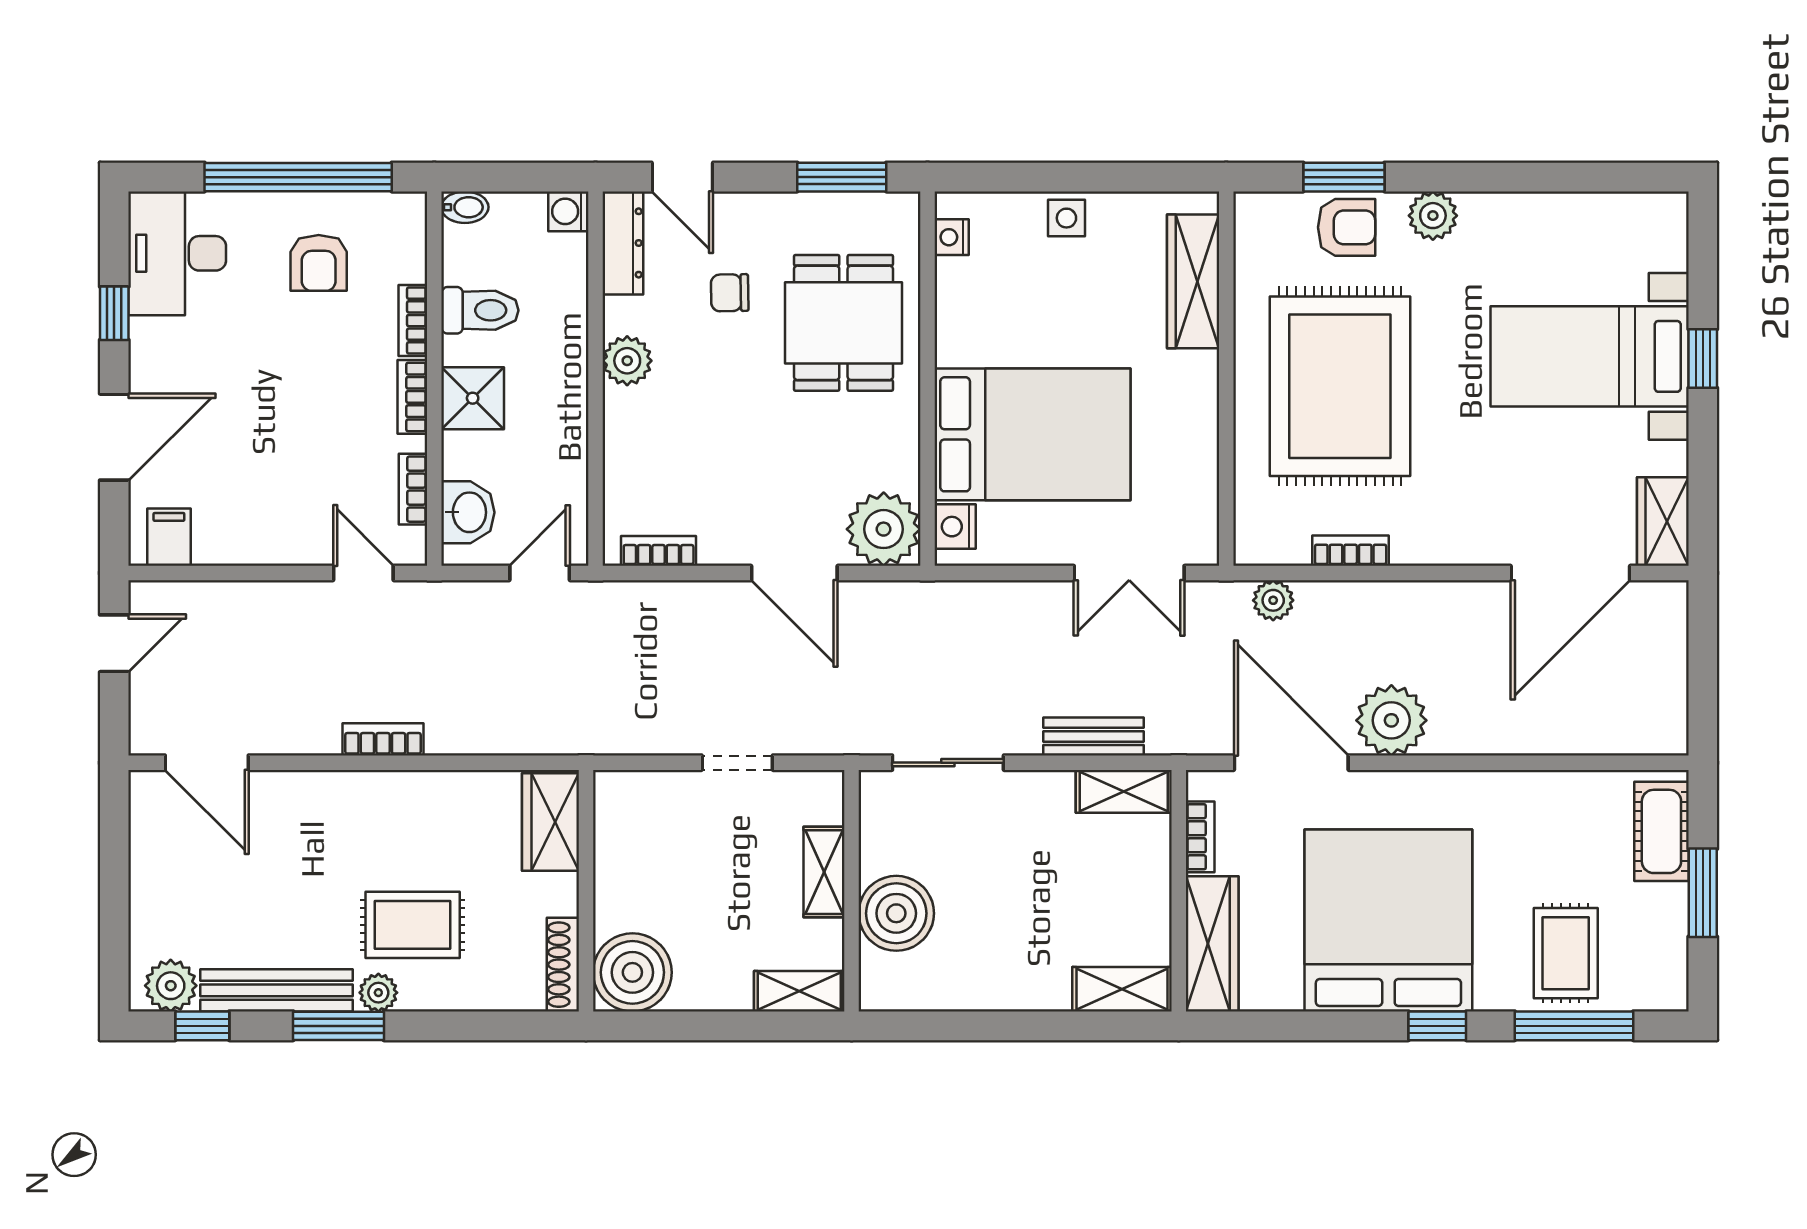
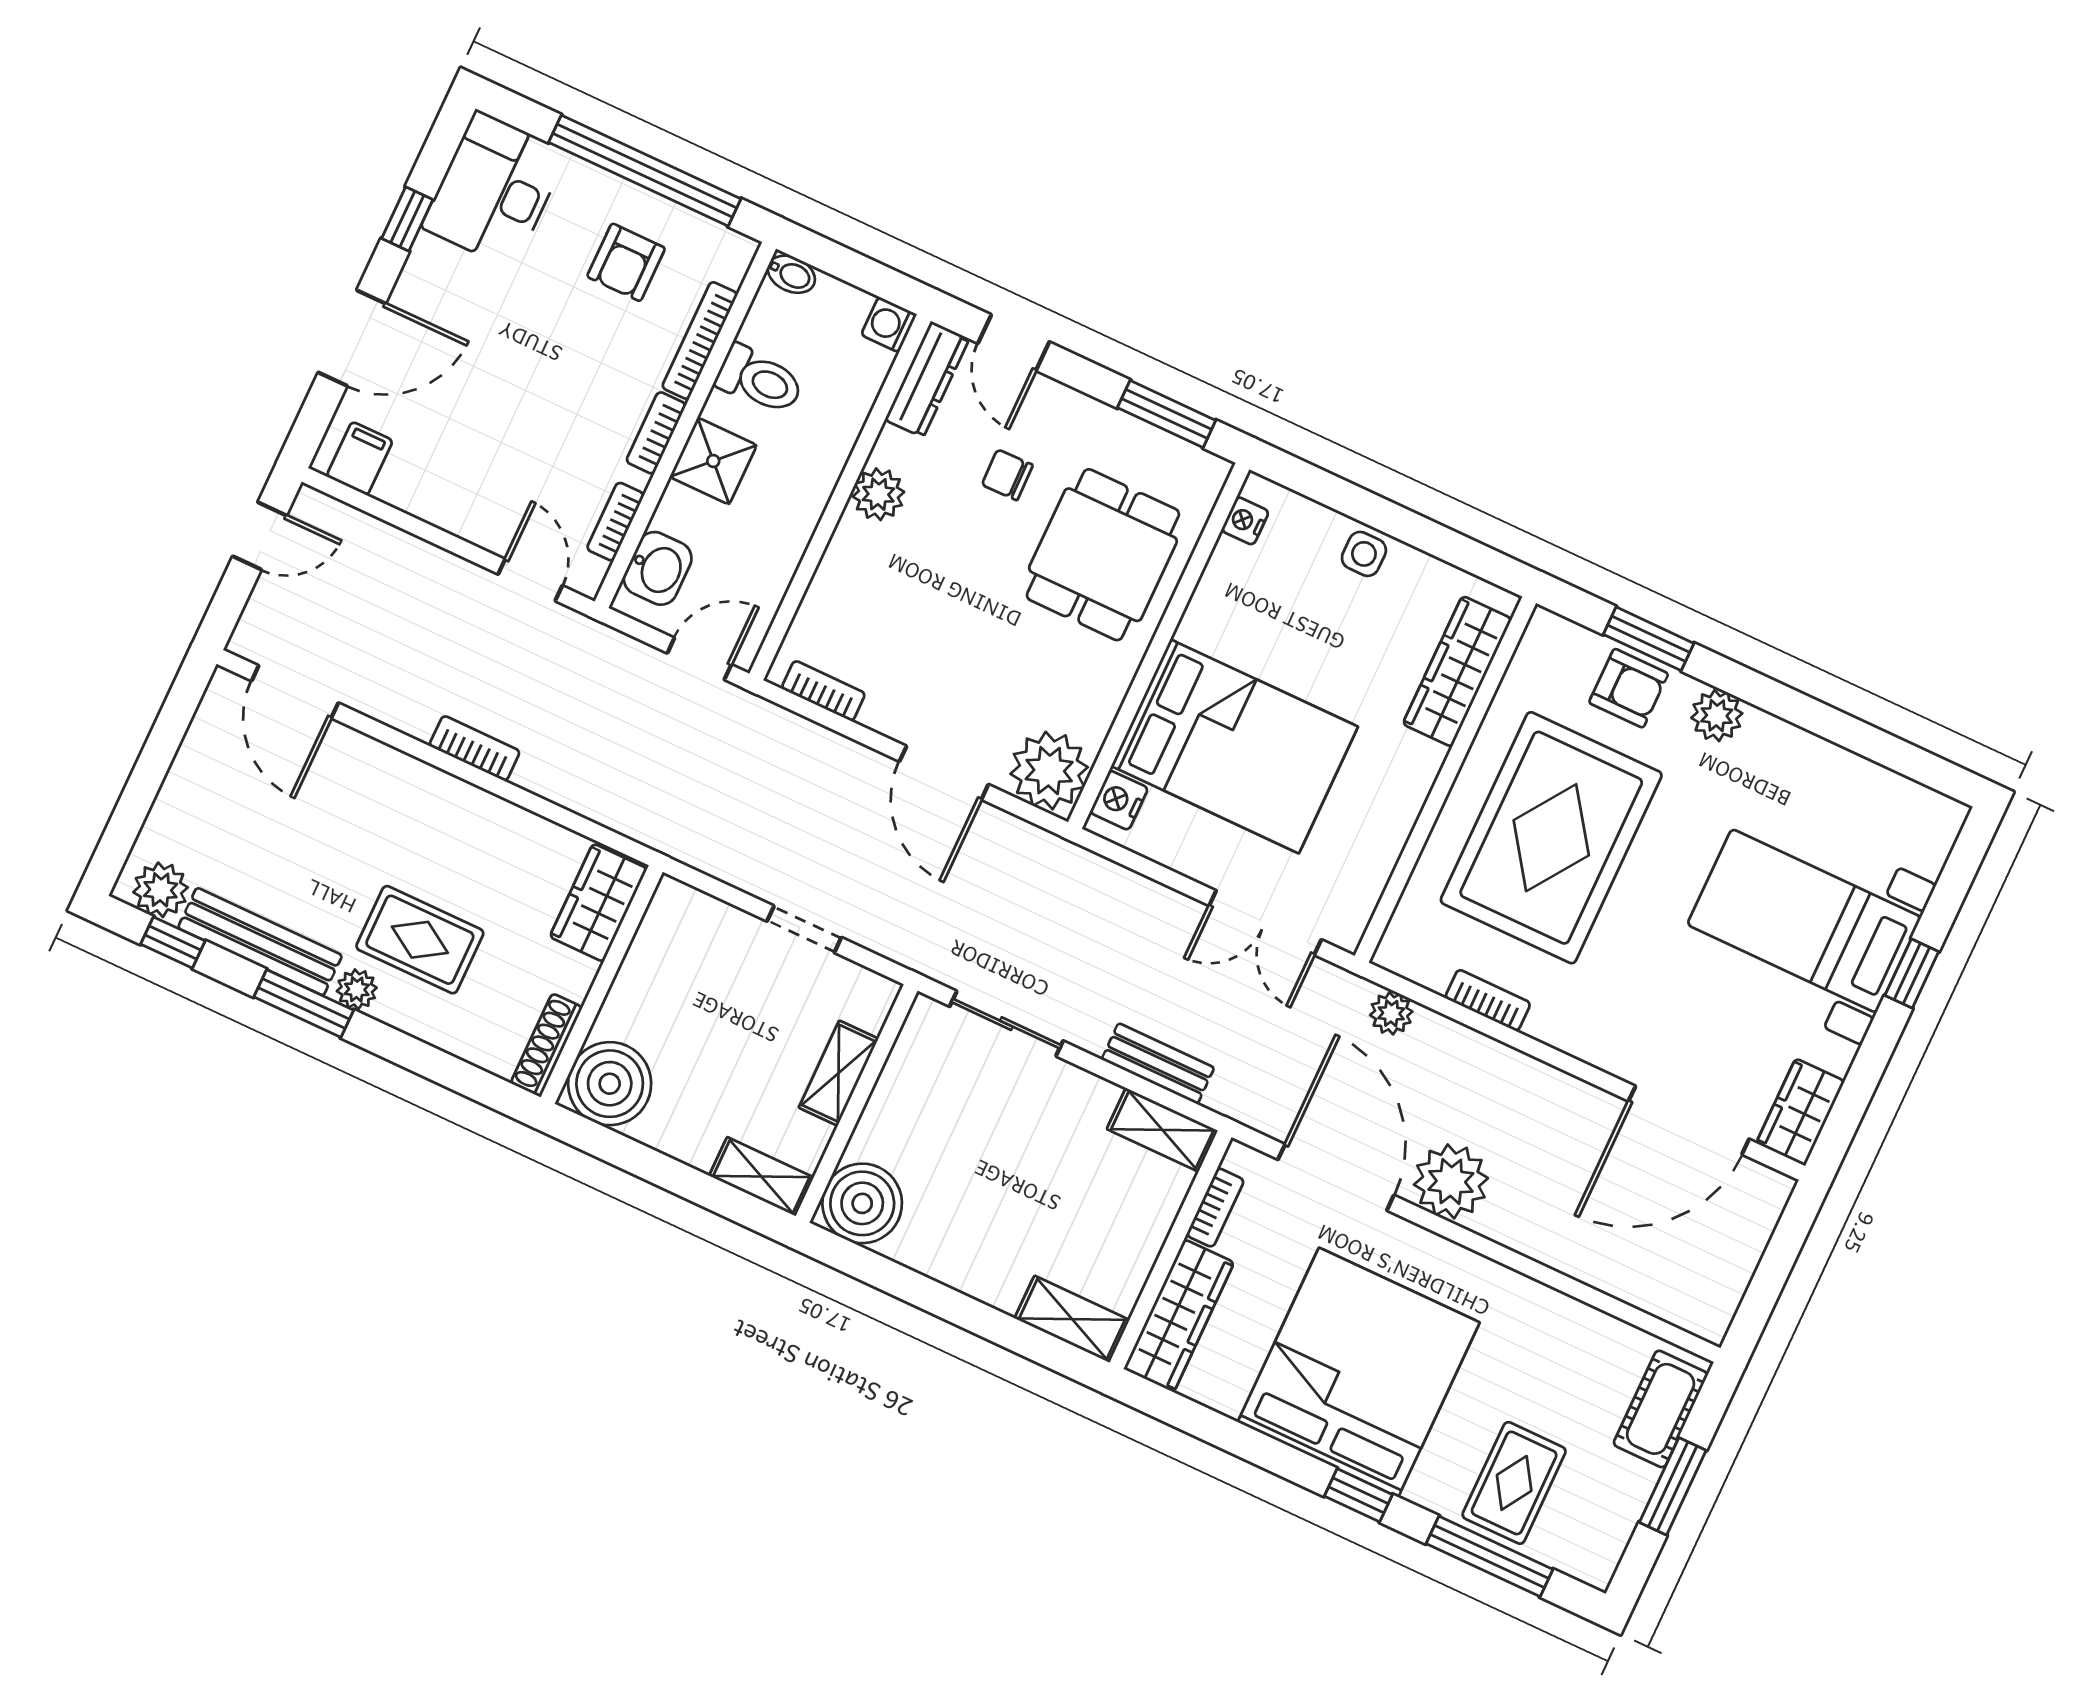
bookcase: (413, 321) -> (700, 340), width x1.56
boiler: (896, 913) -> (862, 1203), moved

